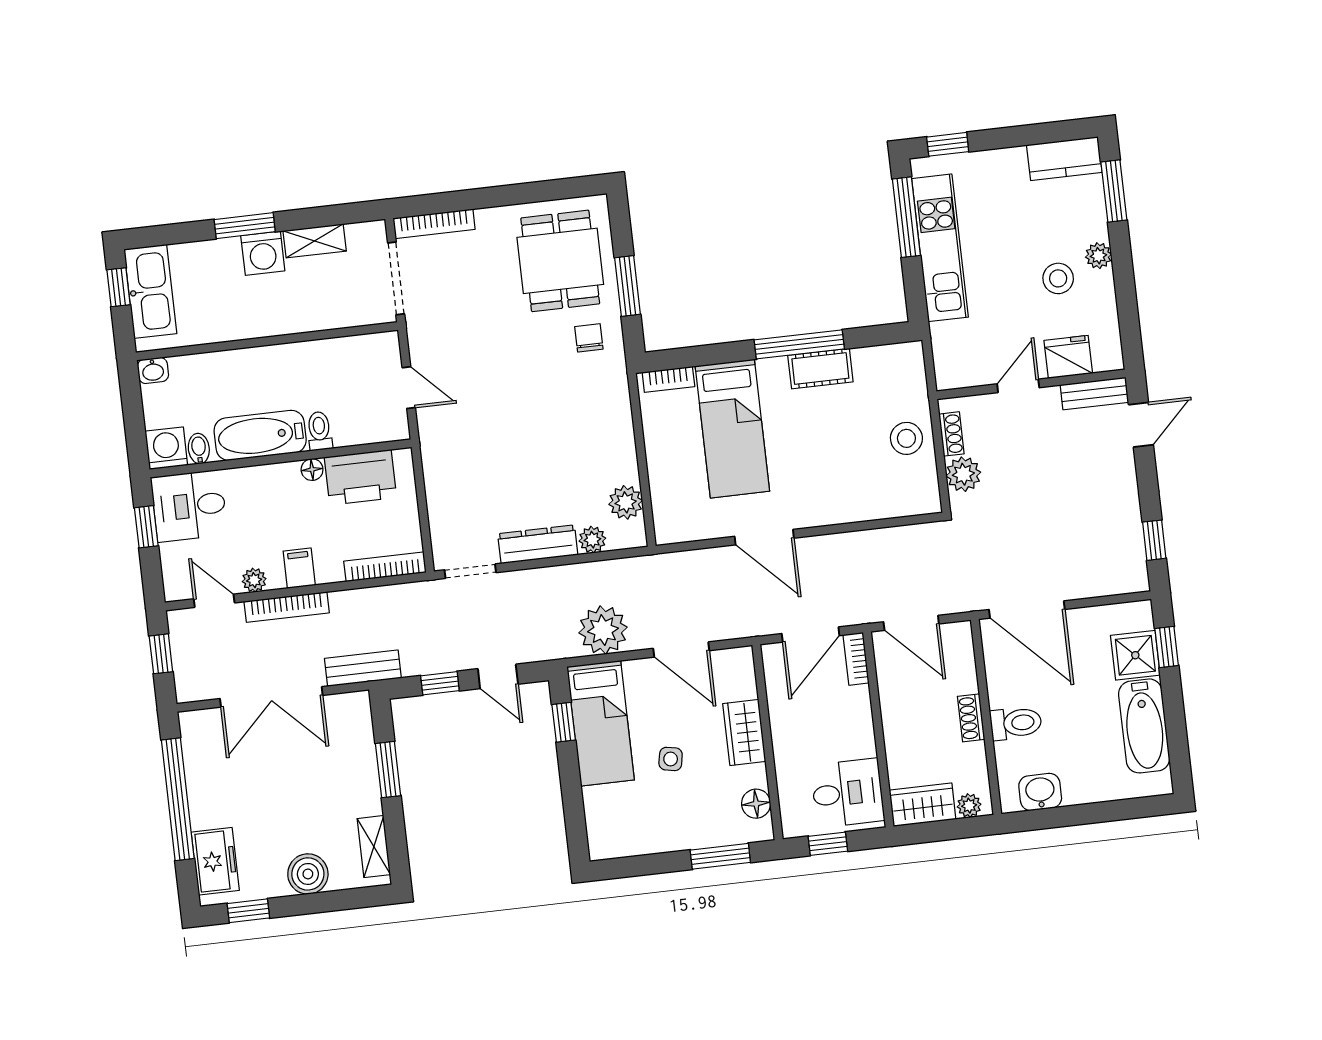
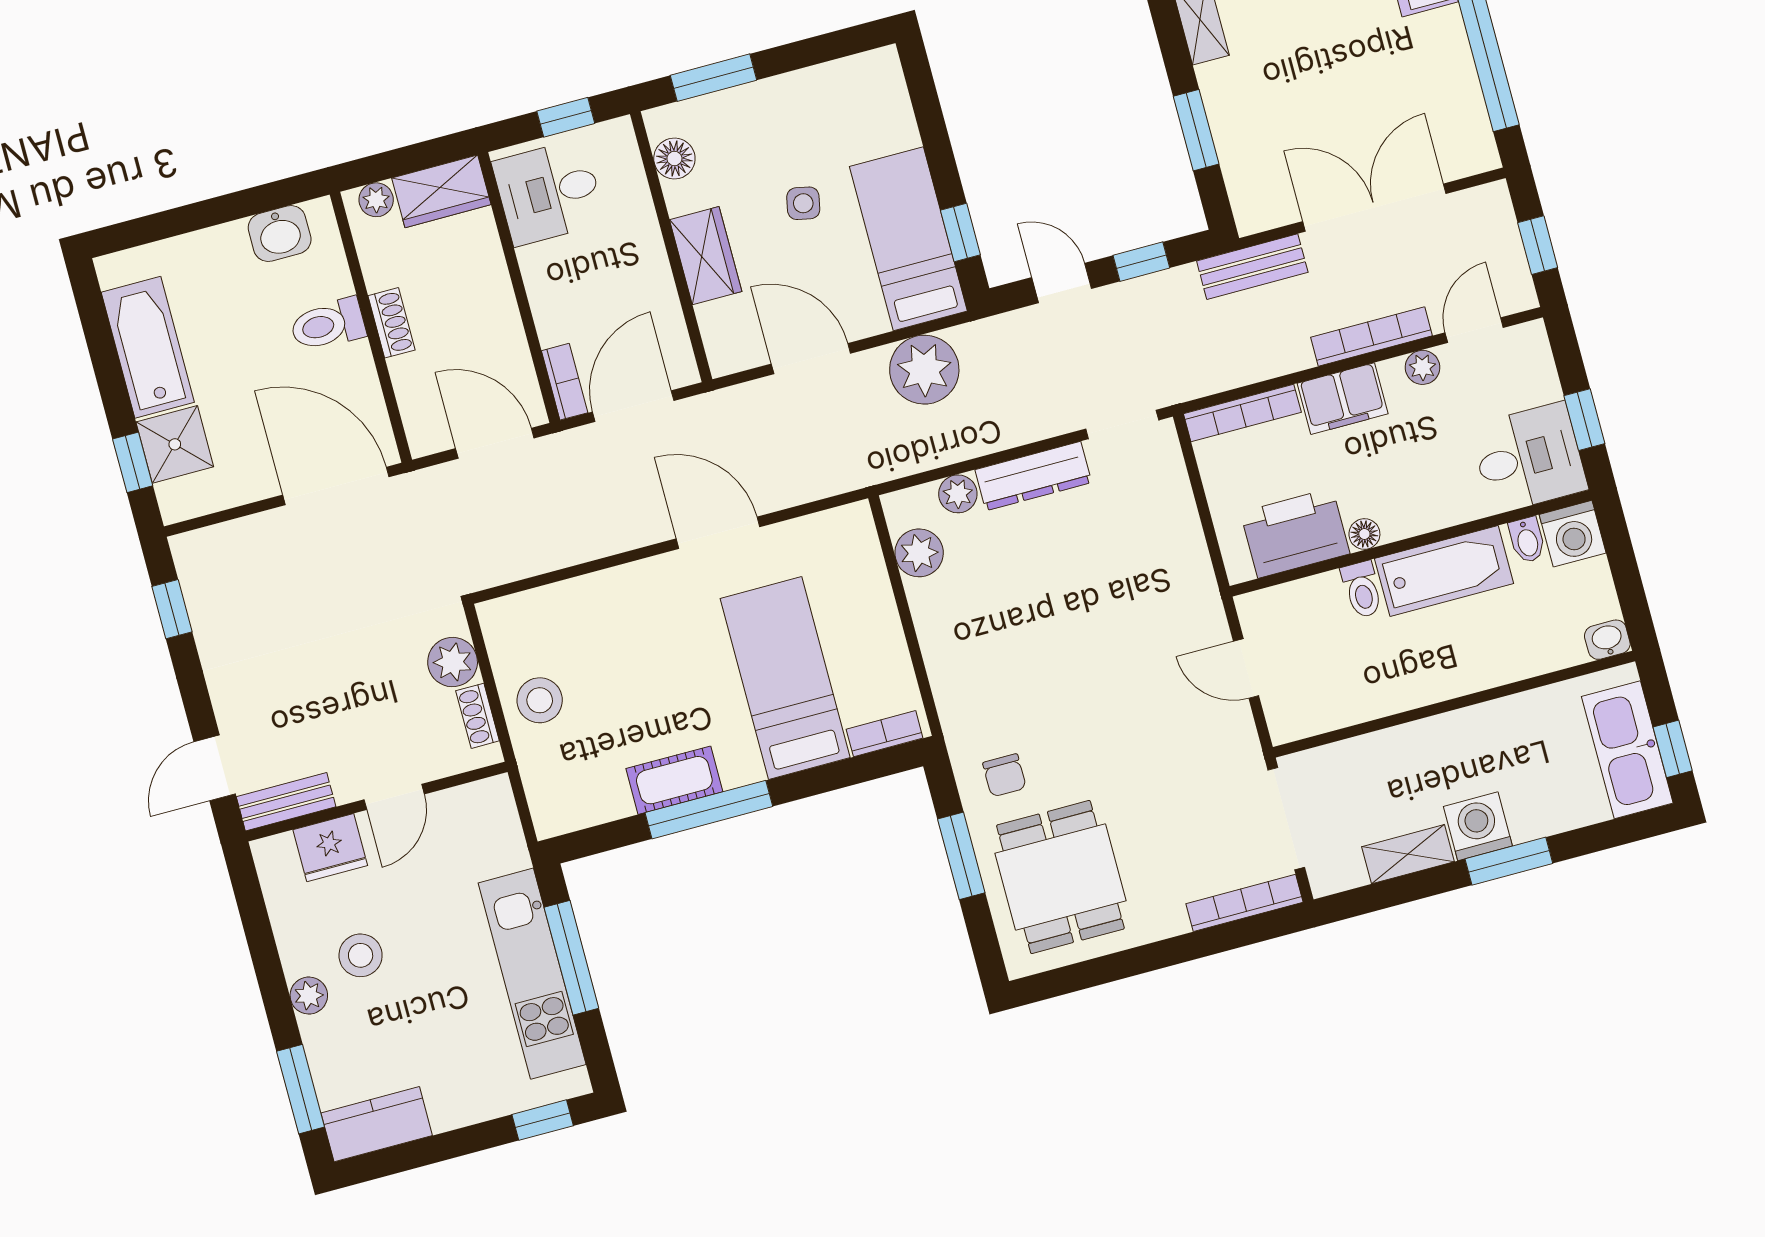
window: (906, 217) -> (571, 958), moved
filing cabinet: (299, 568) -> (1343, 399), width x2.00
door: (214, 601) -> (1474, 330), swing flipped

